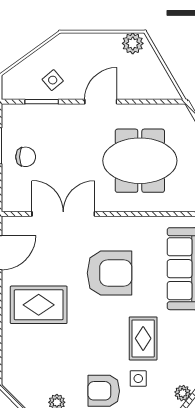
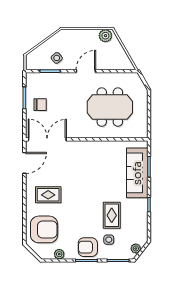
double door: (63, 214) -> (47, 139), moved
armchair: (110, 273) -> (44, 229), moved
rug: (39, 305) -> (48, 195), width x0.73, depth x0.70

